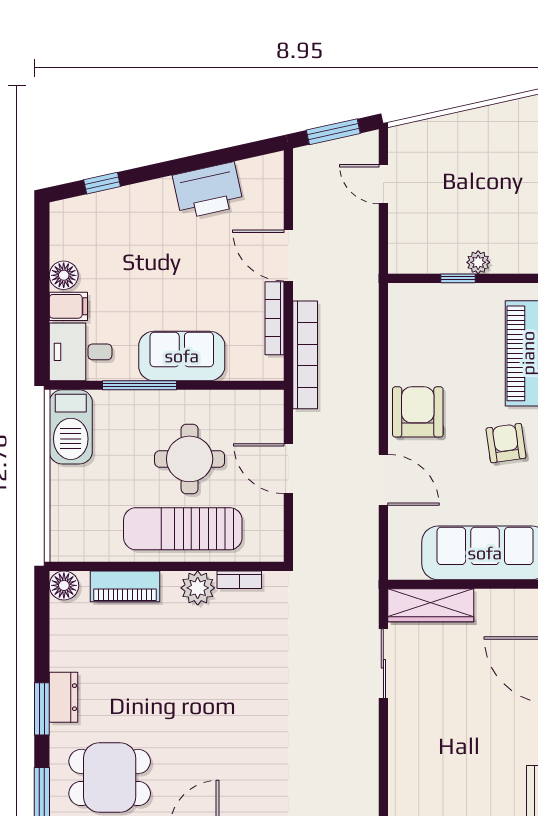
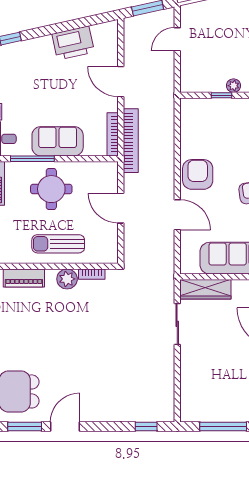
door: (383, 184) -> (177, 39), hinge flipped
bookcase: (275, 318) -> (113, 134), moved
round table: (190, 459) -> (51, 189), moved
sun lounger: (183, 529) -> (58, 244), width x0.73, depth x0.75

